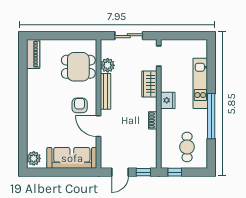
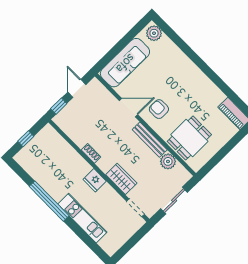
armchair: (80, 105) -> (159, 109), turned 180
cafe table: (187, 147) -> (44, 159), removed
window: (175, 172) -> (26, 139), moved

